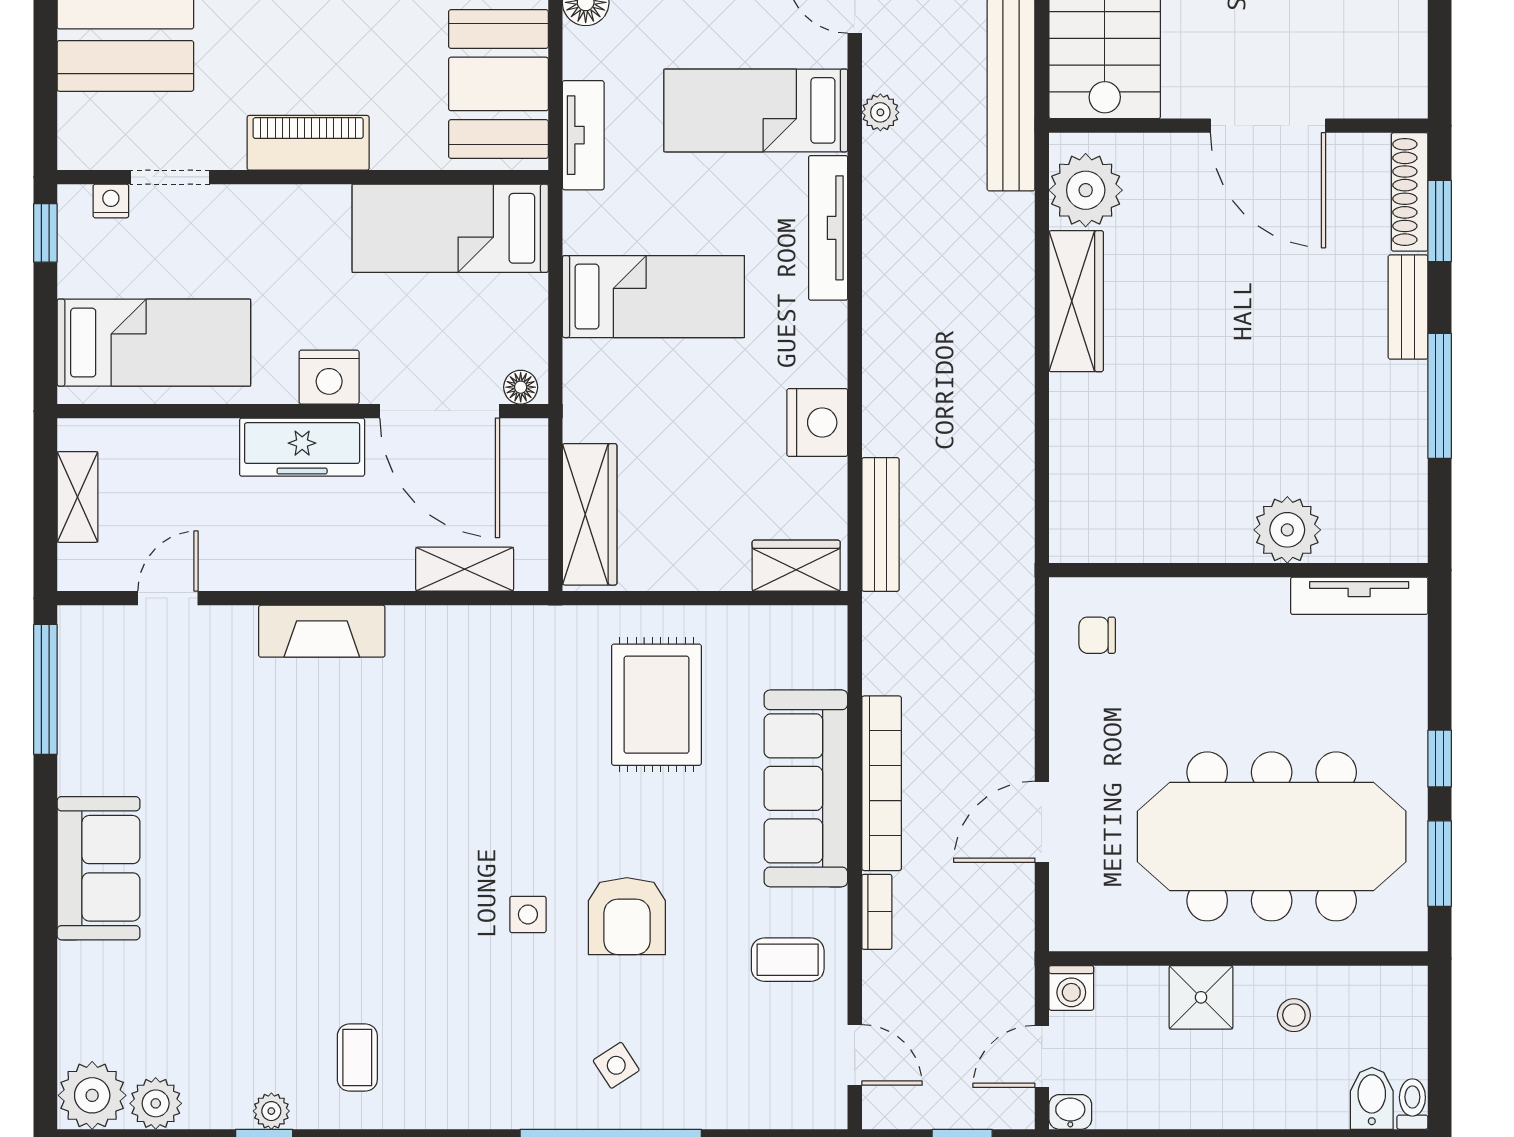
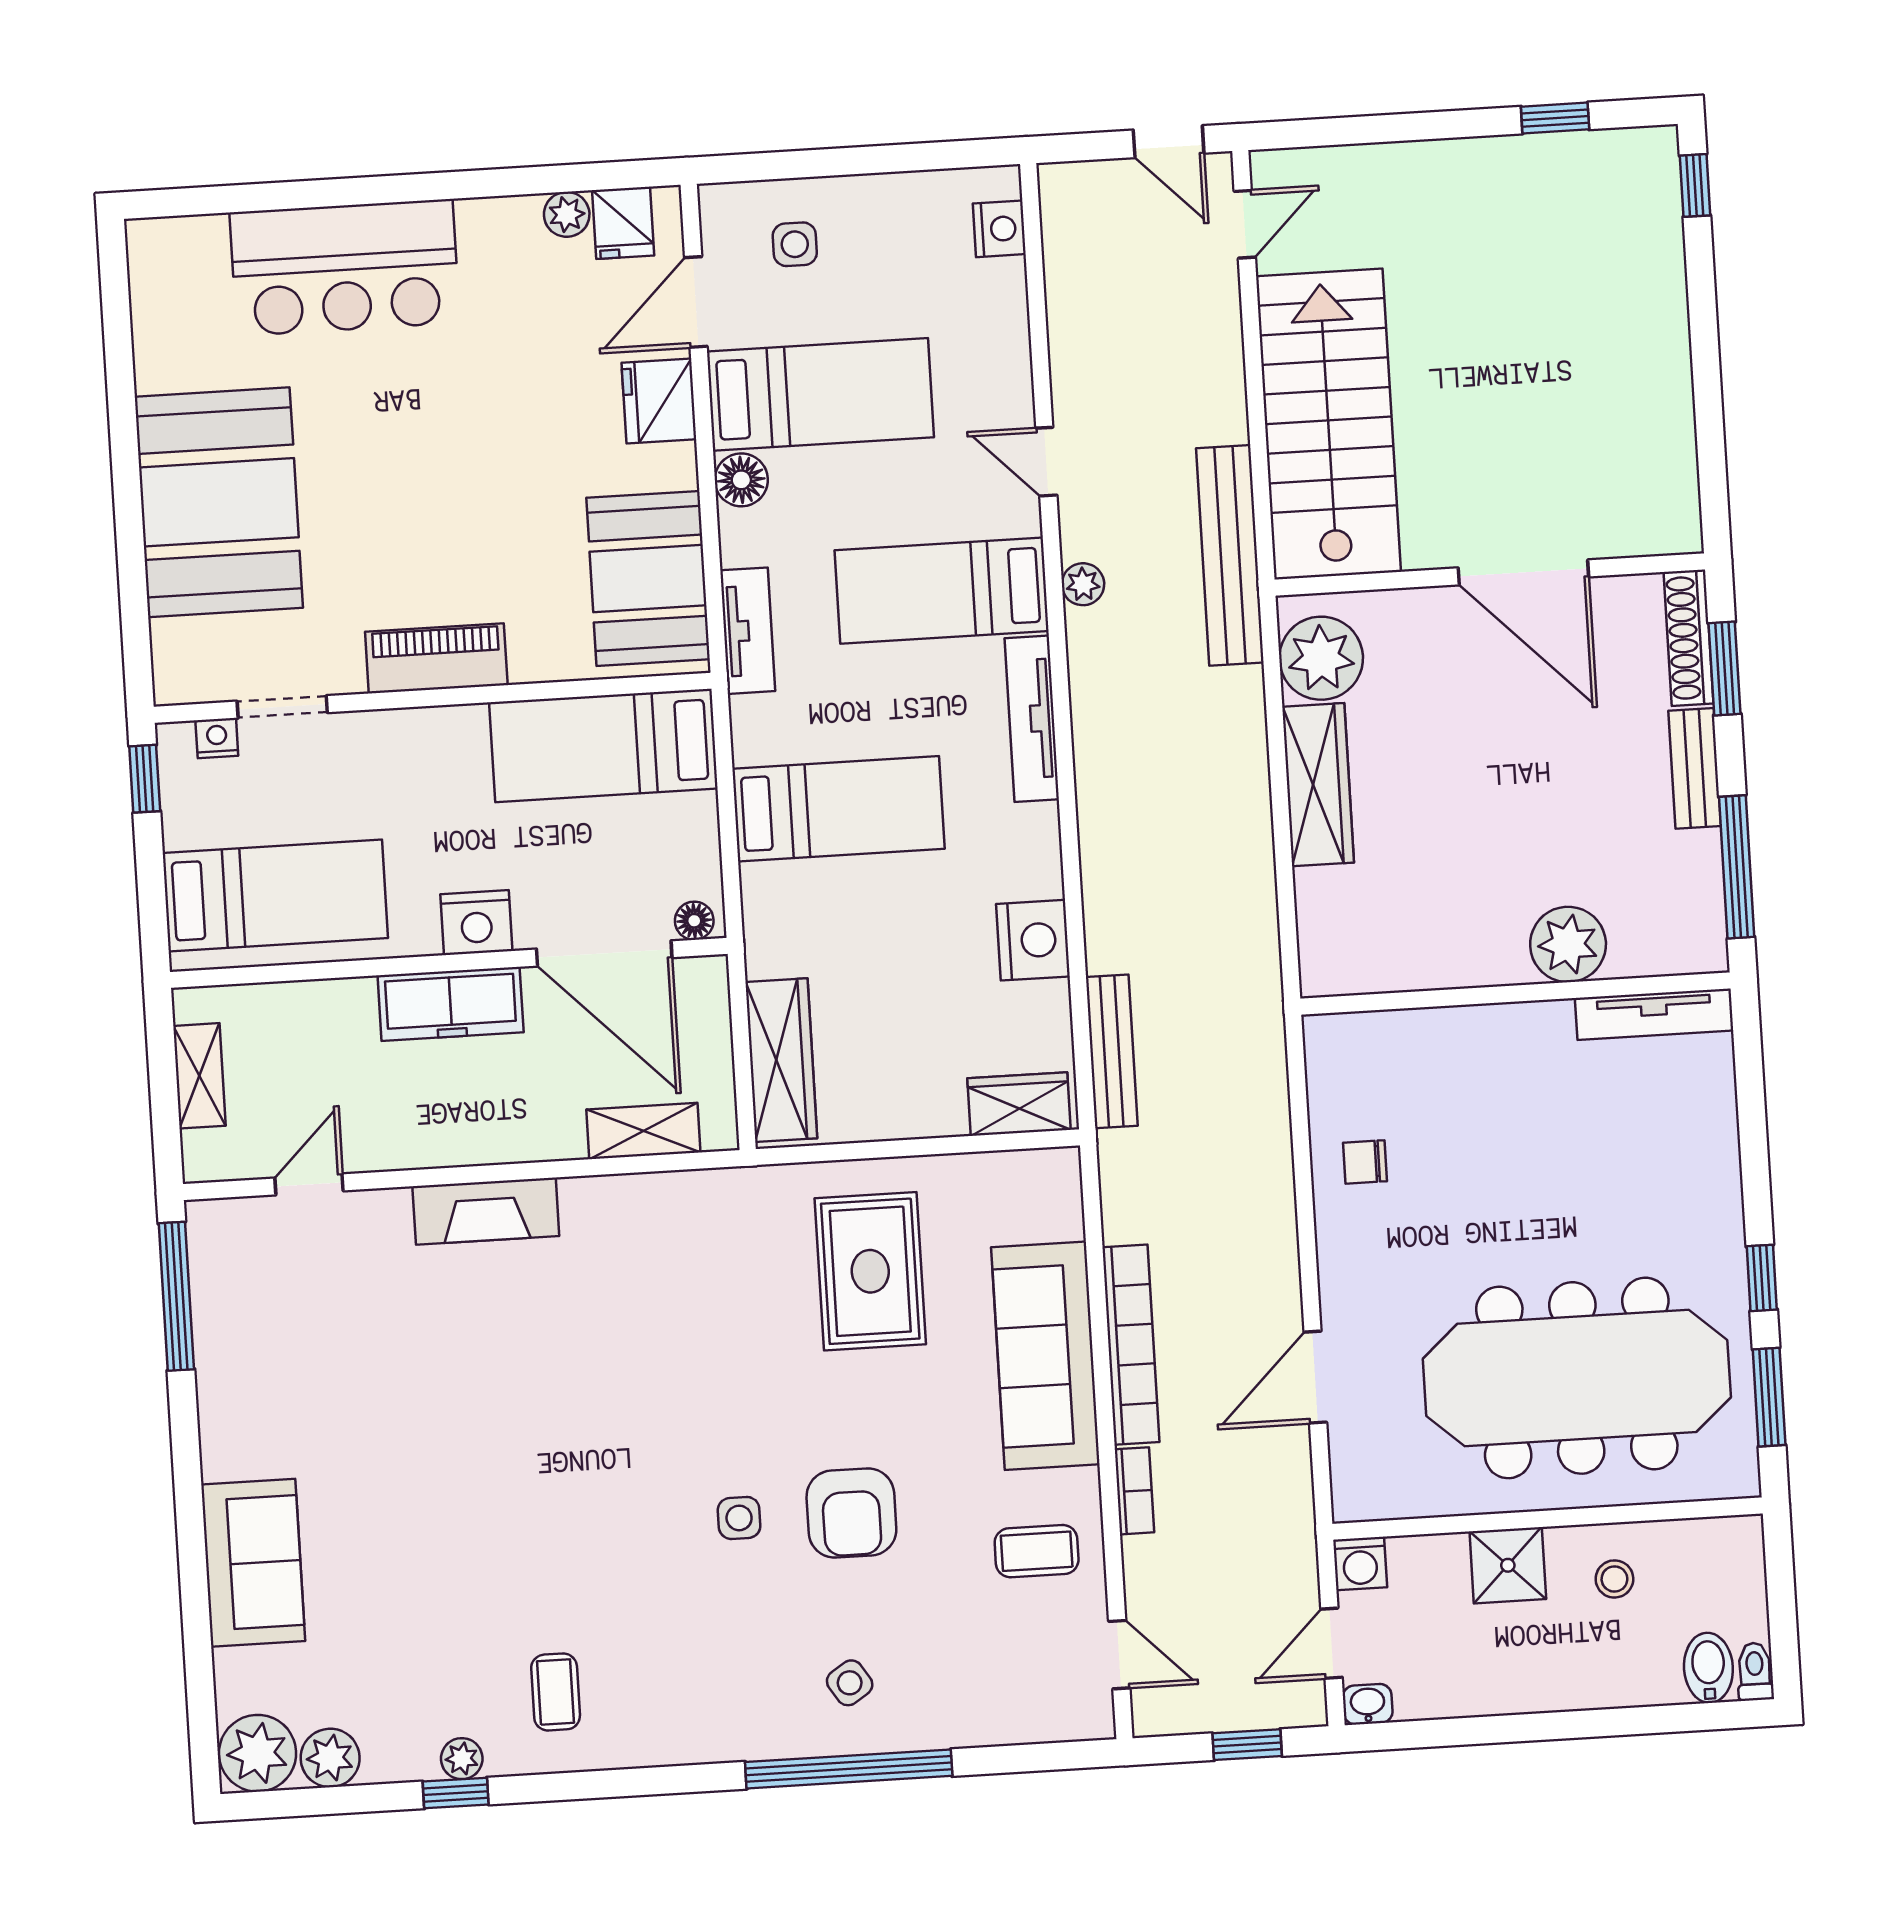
plant: (1287, 530) -> (1568, 944), moved
wall: (1238, 570) -> (1515, 994), moved
tv unit: (1359, 596) -> (1654, 1014), moved
sofa: (99, 868) -> (253, 1563), moved

